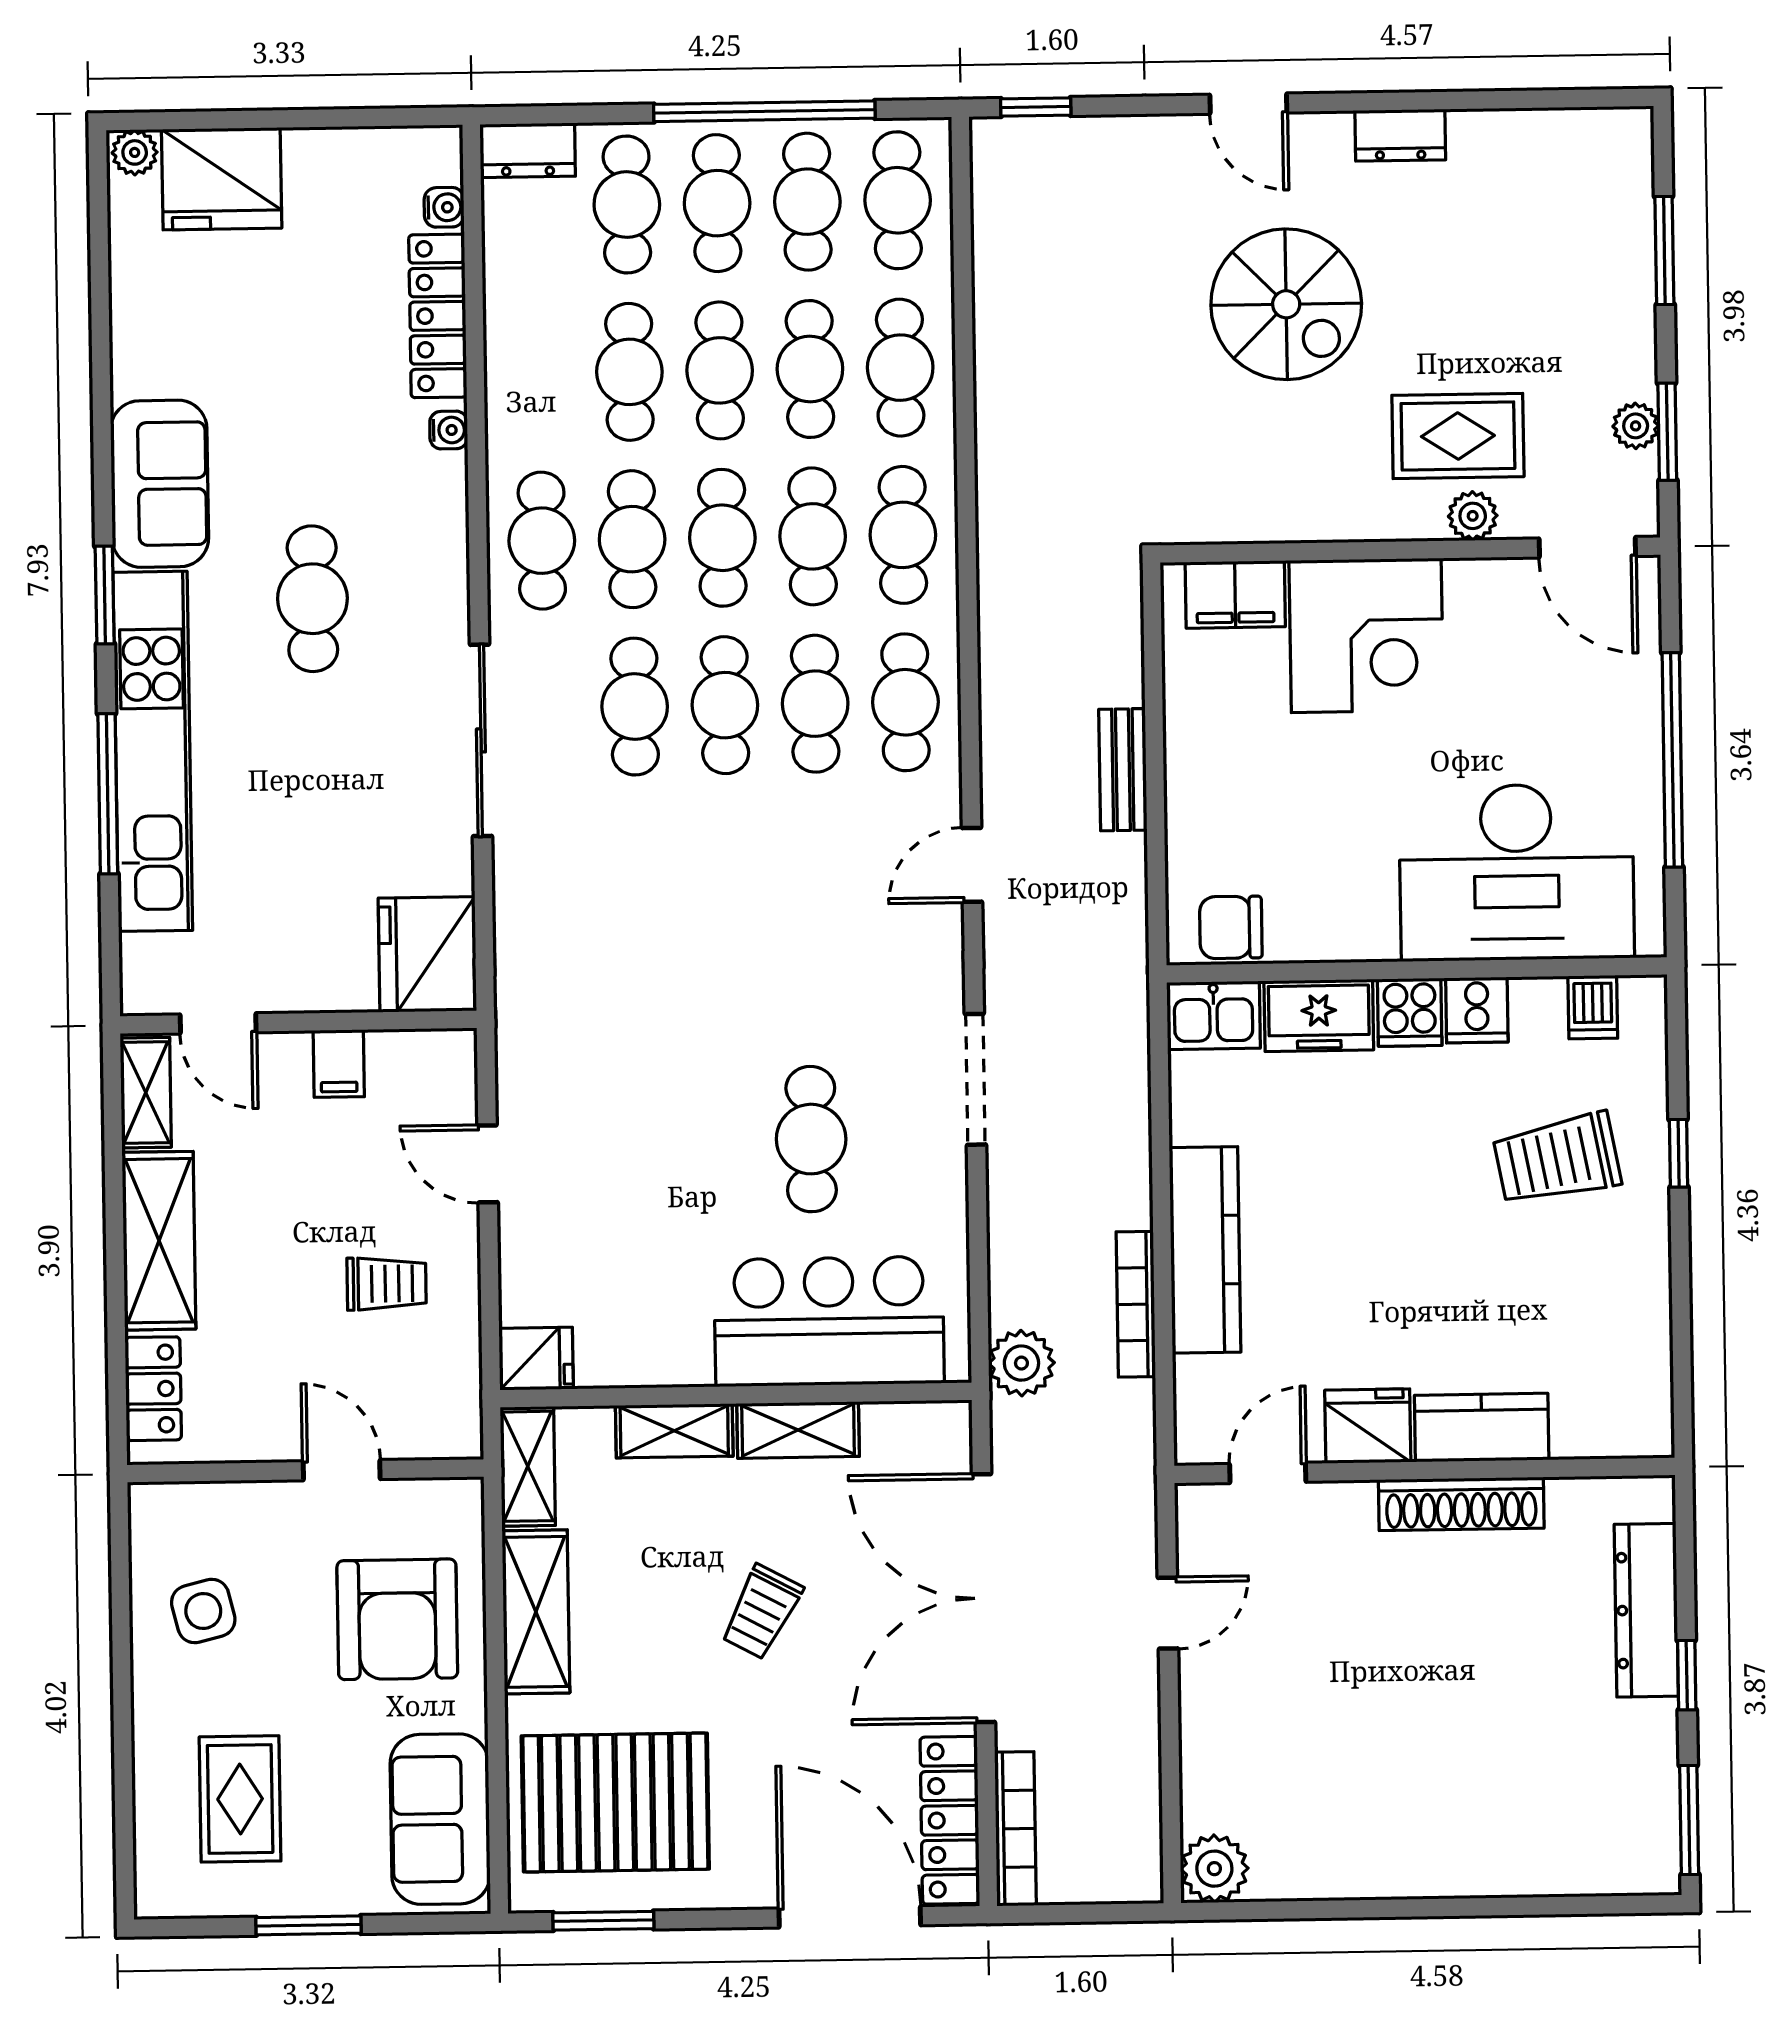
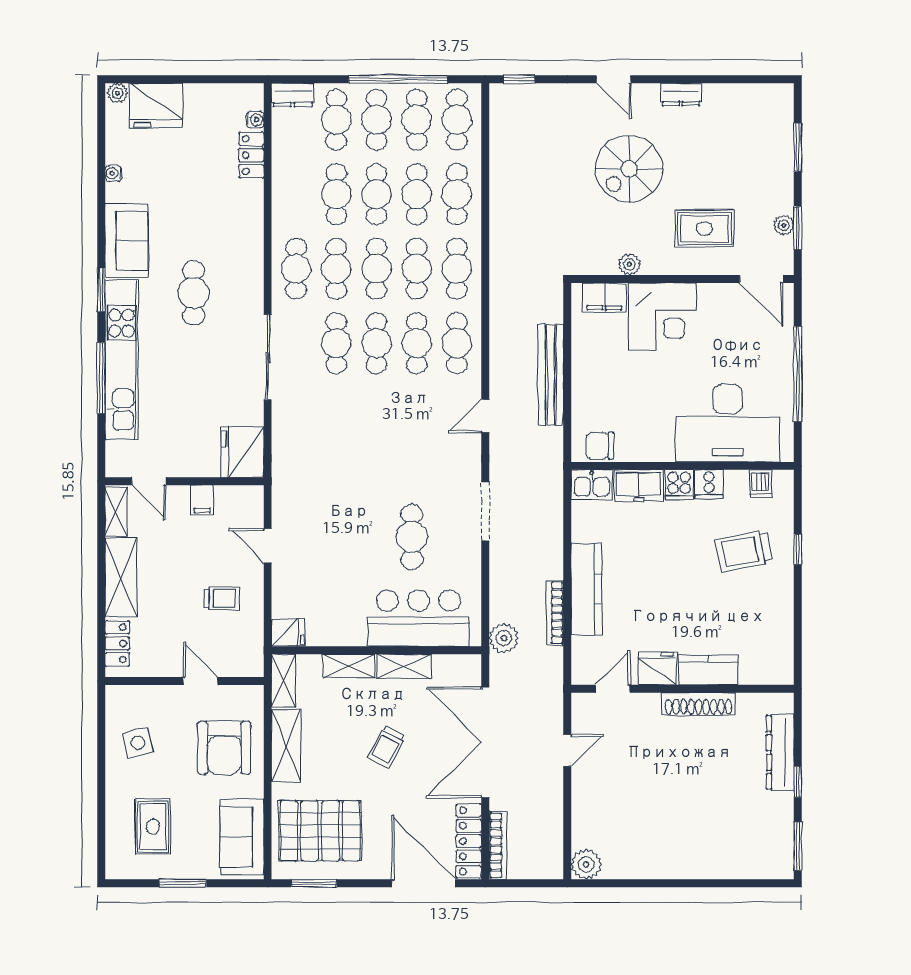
spiral stairs: (1286, 304) -> (629, 169), turned 90
locker: (438, 316) -> (251, 155), width x0.66
water cooler: (449, 430) -> (113, 173), moved, turned 180
plant: (1473, 516) -> (629, 264), moved
bench: (1123, 770) -> (551, 375), width x1.86, depth x1.21

